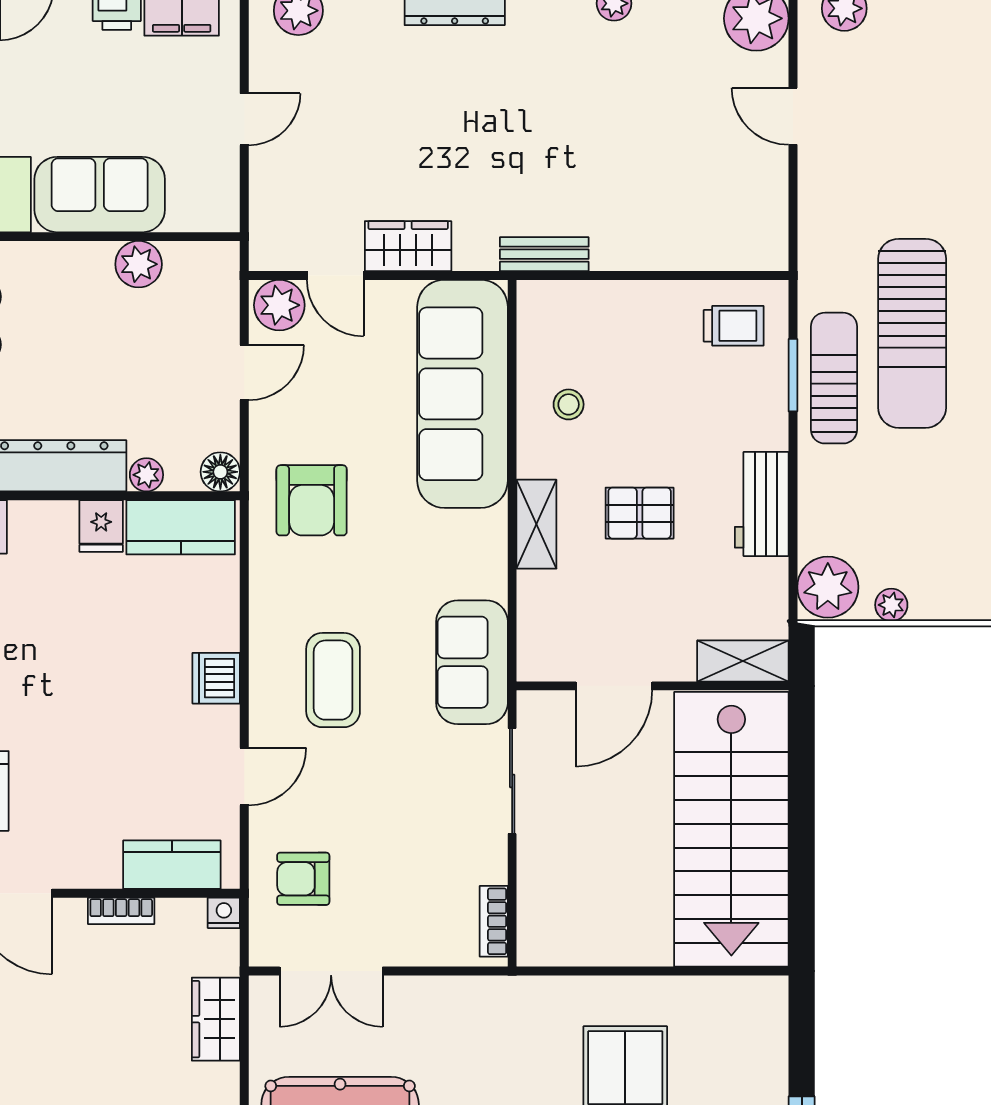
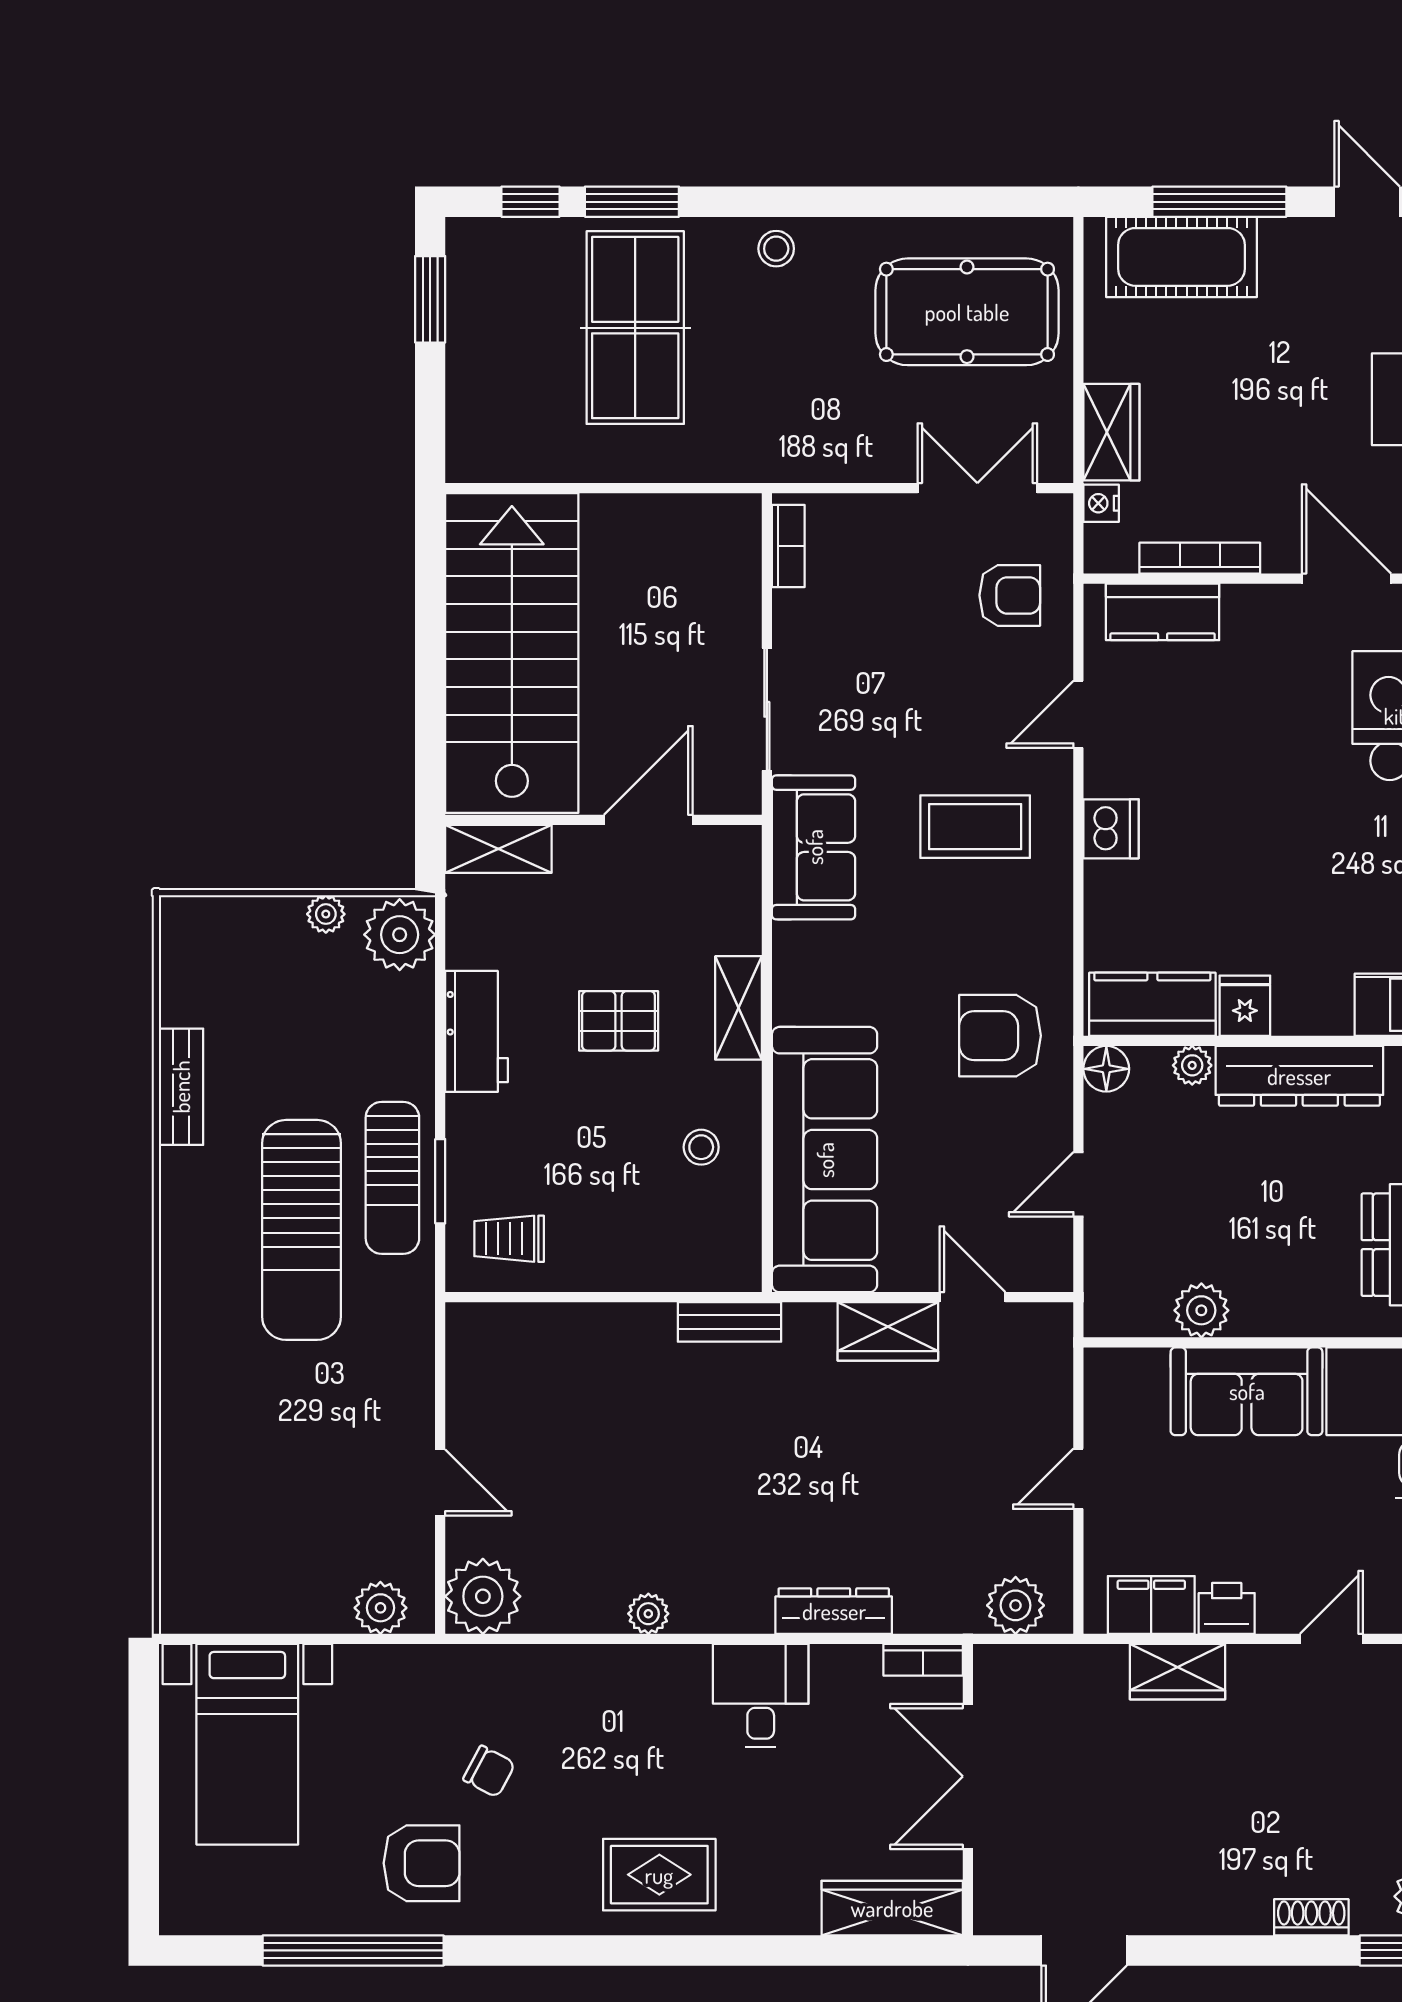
plant: (279, 305) -> (1038, 1263), removed
sun lounger: (912, 333) -> (302, 1230), turned 180
armchair: (312, 500) -> (1000, 1036), turned -90
coffee table: (333, 680) -> (975, 827), turned 90
bookcase: (121, 911) -> (1200, 558), width x1.56
nightstand: (224, 913) -> (1101, 503), moved, turned 90

